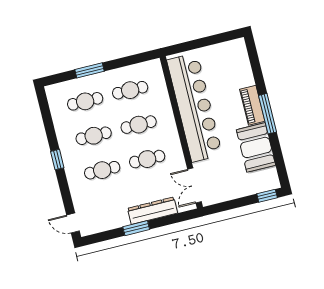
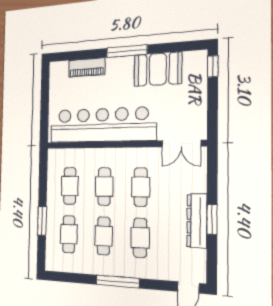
piano: (252, 105) -> (87, 67), moved
window: (57, 160) -> (118, 281), width x2.17
dresser: (153, 211) -> (197, 221), moved

